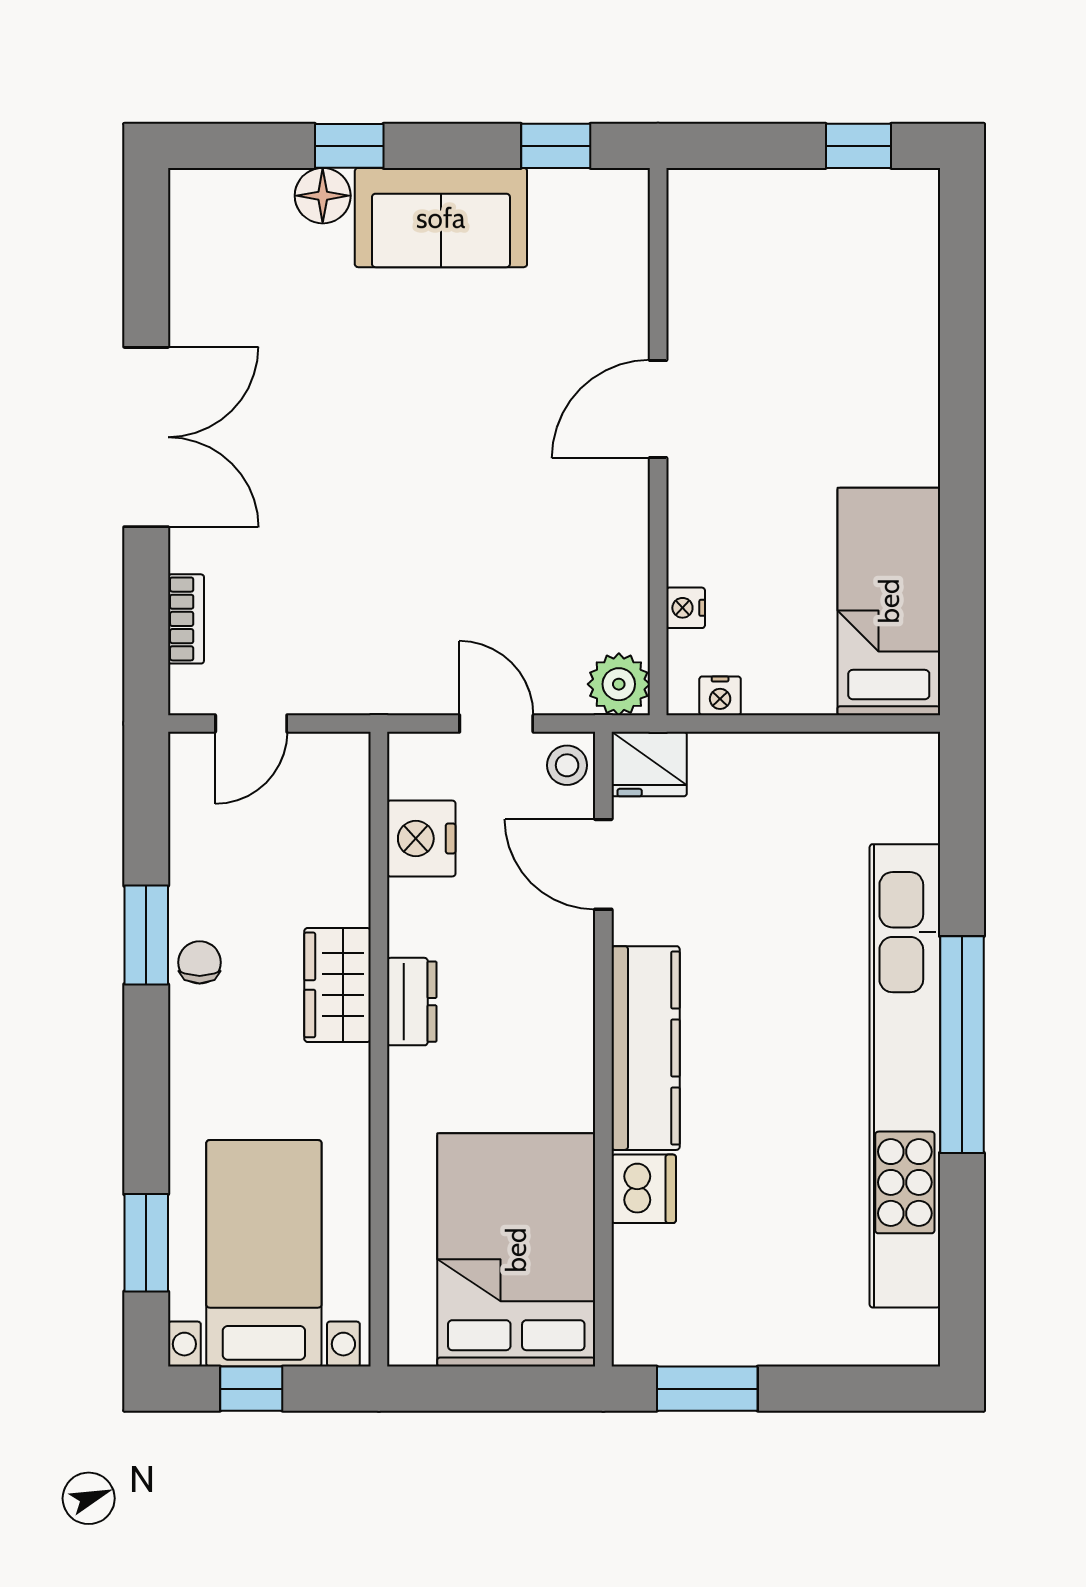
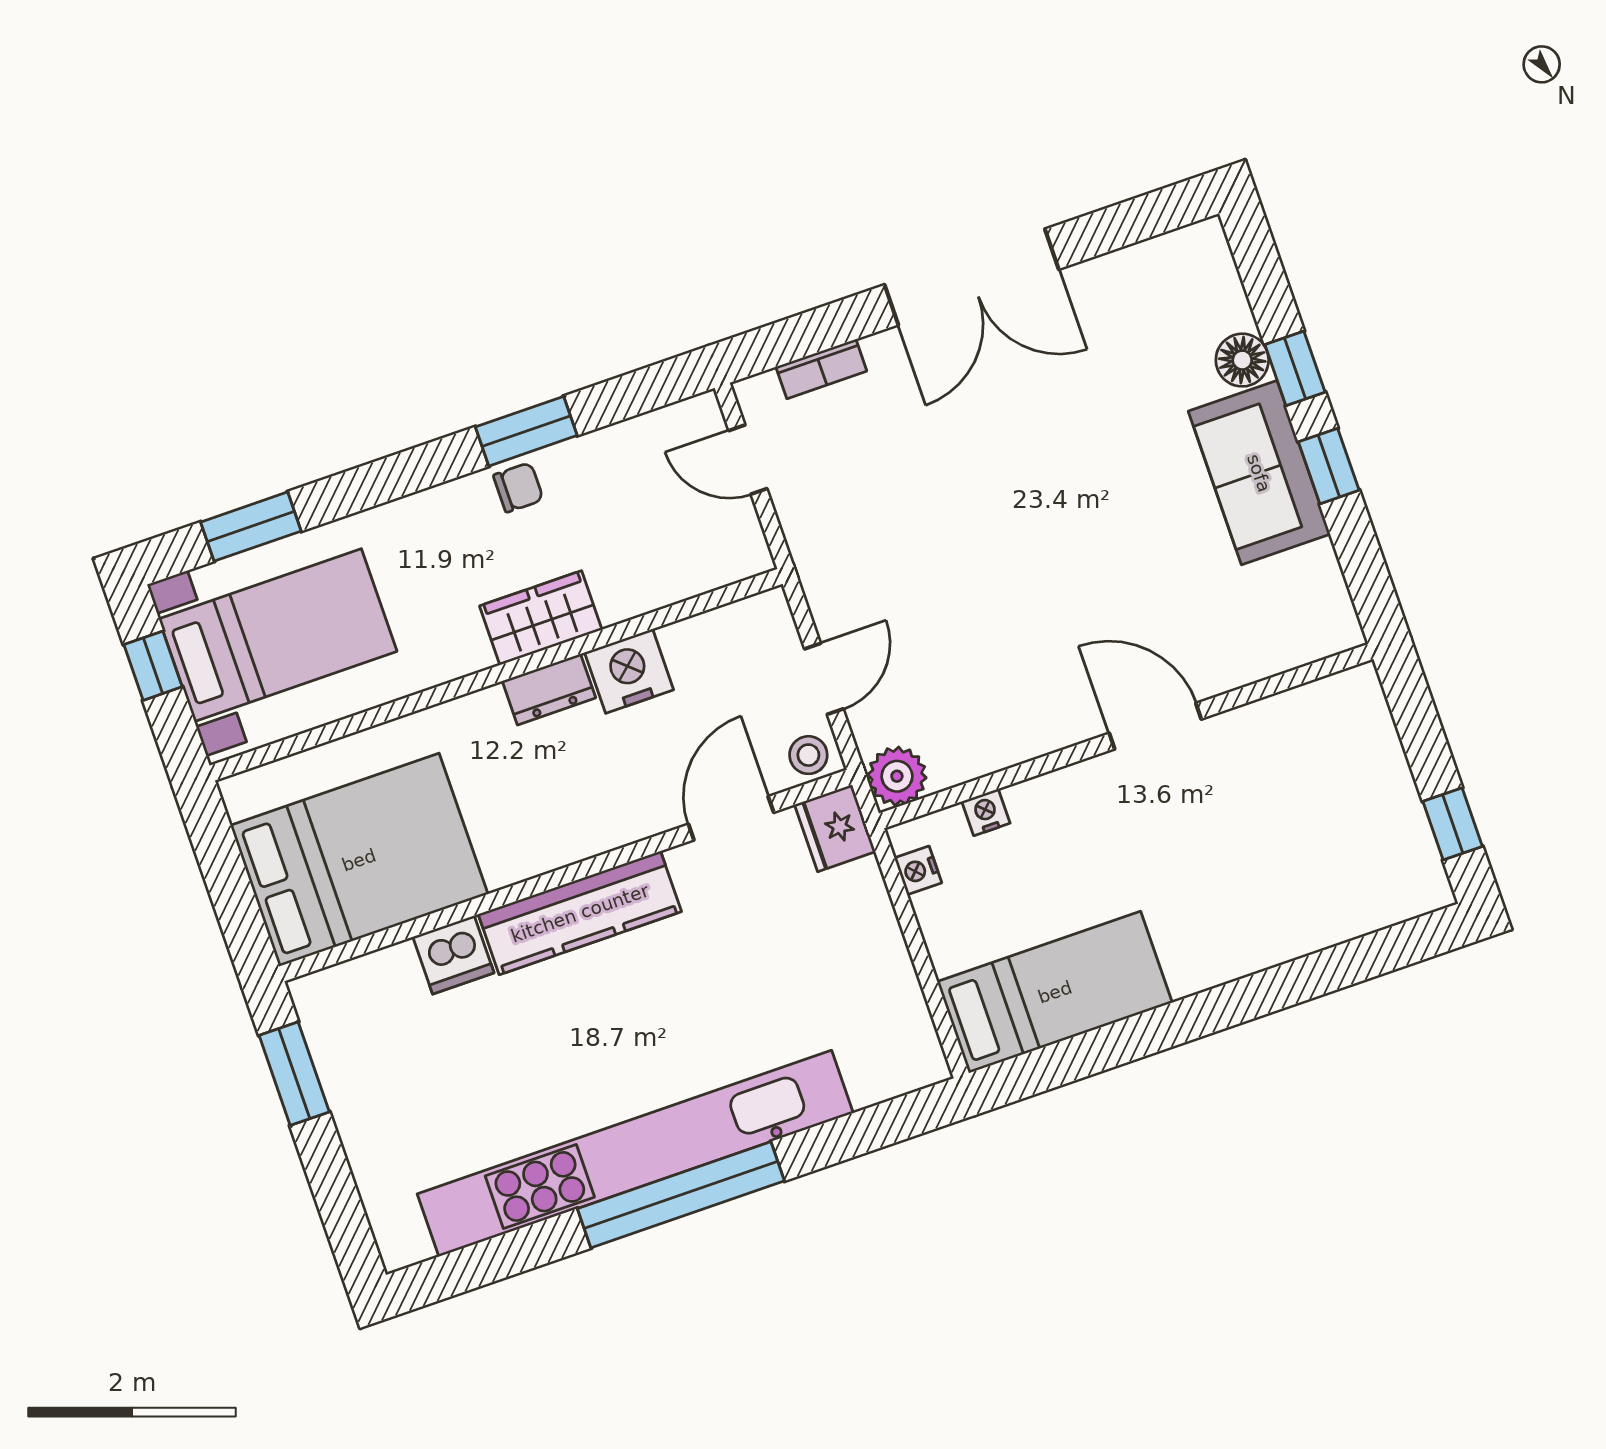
window: (556, 146) -> (1329, 466), moved
nightstand: (421, 839) -> (629, 671), moved

